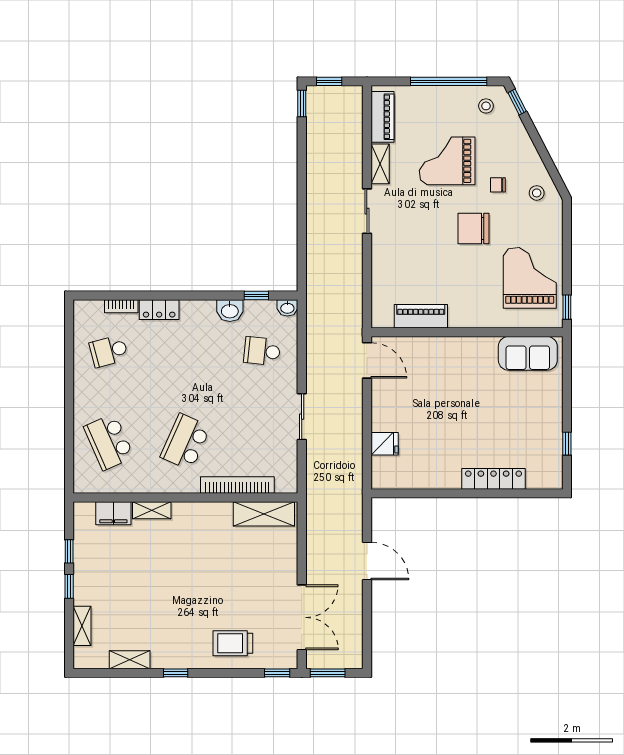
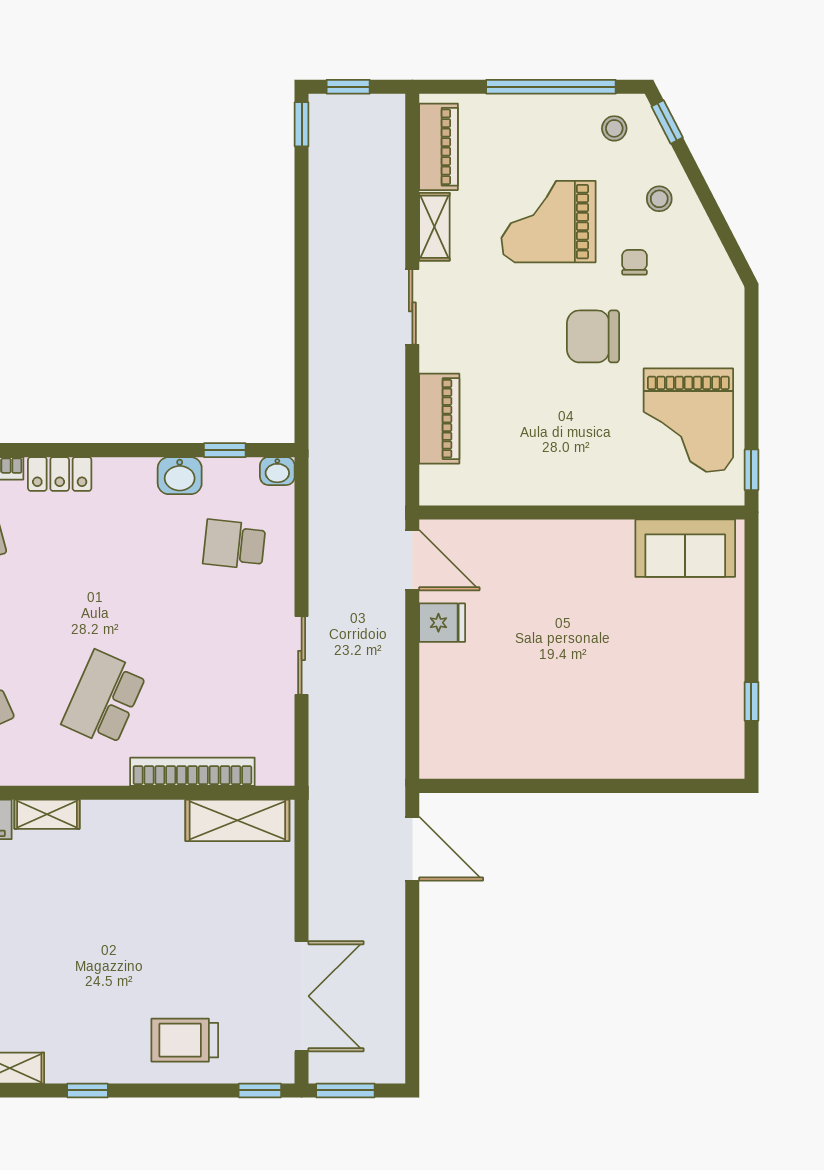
chair: (498, 185) -> (635, 262), turned 90
stool: (537, 193) -> (659, 199), moved
grand piano: (530, 278) -> (688, 420), turned 180
piano: (421, 316) -> (439, 419), moved, turned 90
fridge: (385, 444) -> (442, 623), moved
locker: (493, 479) -> (627, 761), removed
door: (367, 561) -> (412, 849), moved

